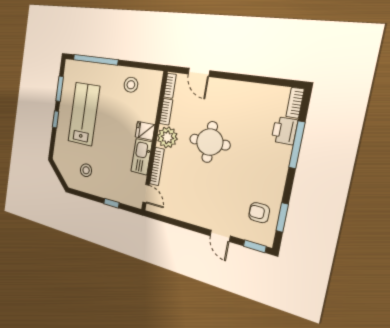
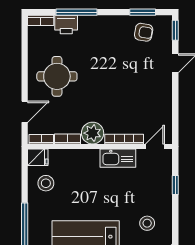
fridge: (145, 131) -> (38, 157), moved, turned -90
round table: (210, 142) -> (57, 76), moved
armchair: (259, 213) -> (144, 32), turned -80

